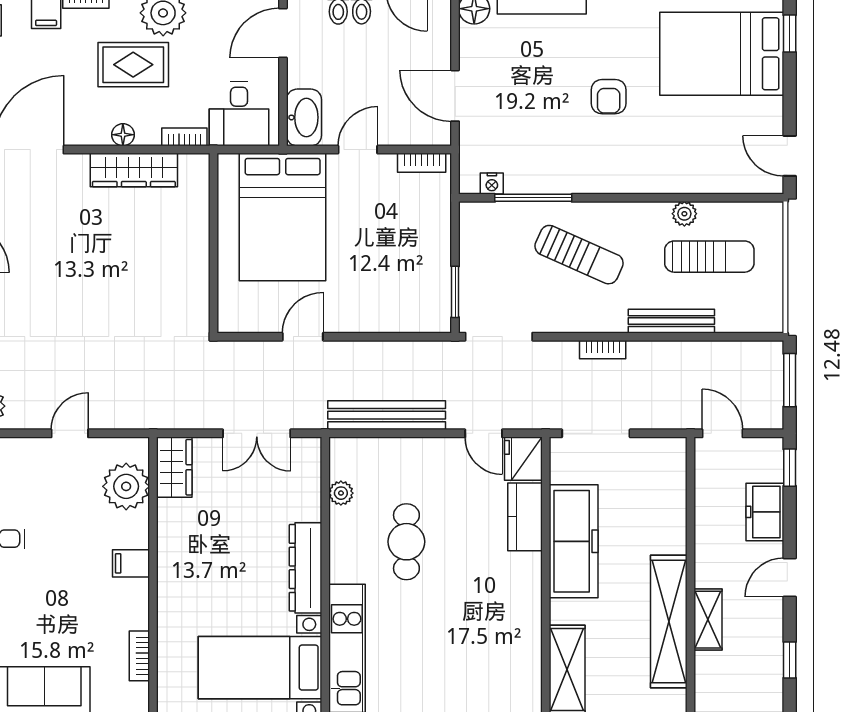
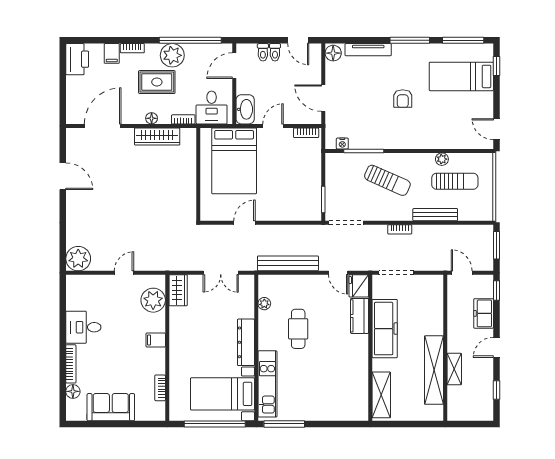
bed: (722, 54) -> (461, 76), width x0.67

